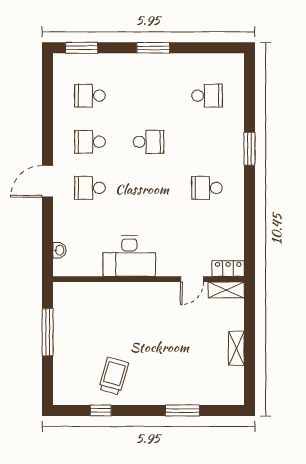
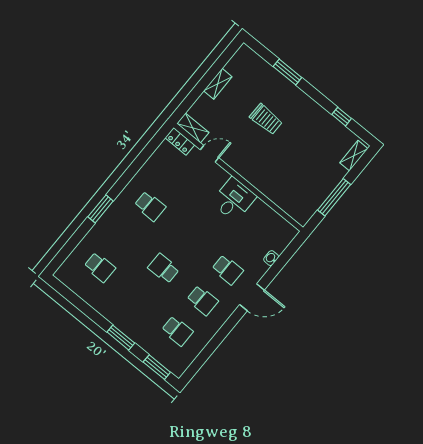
window: (153, 48) -> (121, 338), moved
school desk: (207, 96) -> (100, 267), turned 180
washbasin: (59, 250) -> (271, 258), moved
desk: (129, 256) -> (234, 199), width x0.73
trolley: (114, 376) -> (266, 119), moved, turned -106
shelving: (61, 384) -> (354, 156), added

